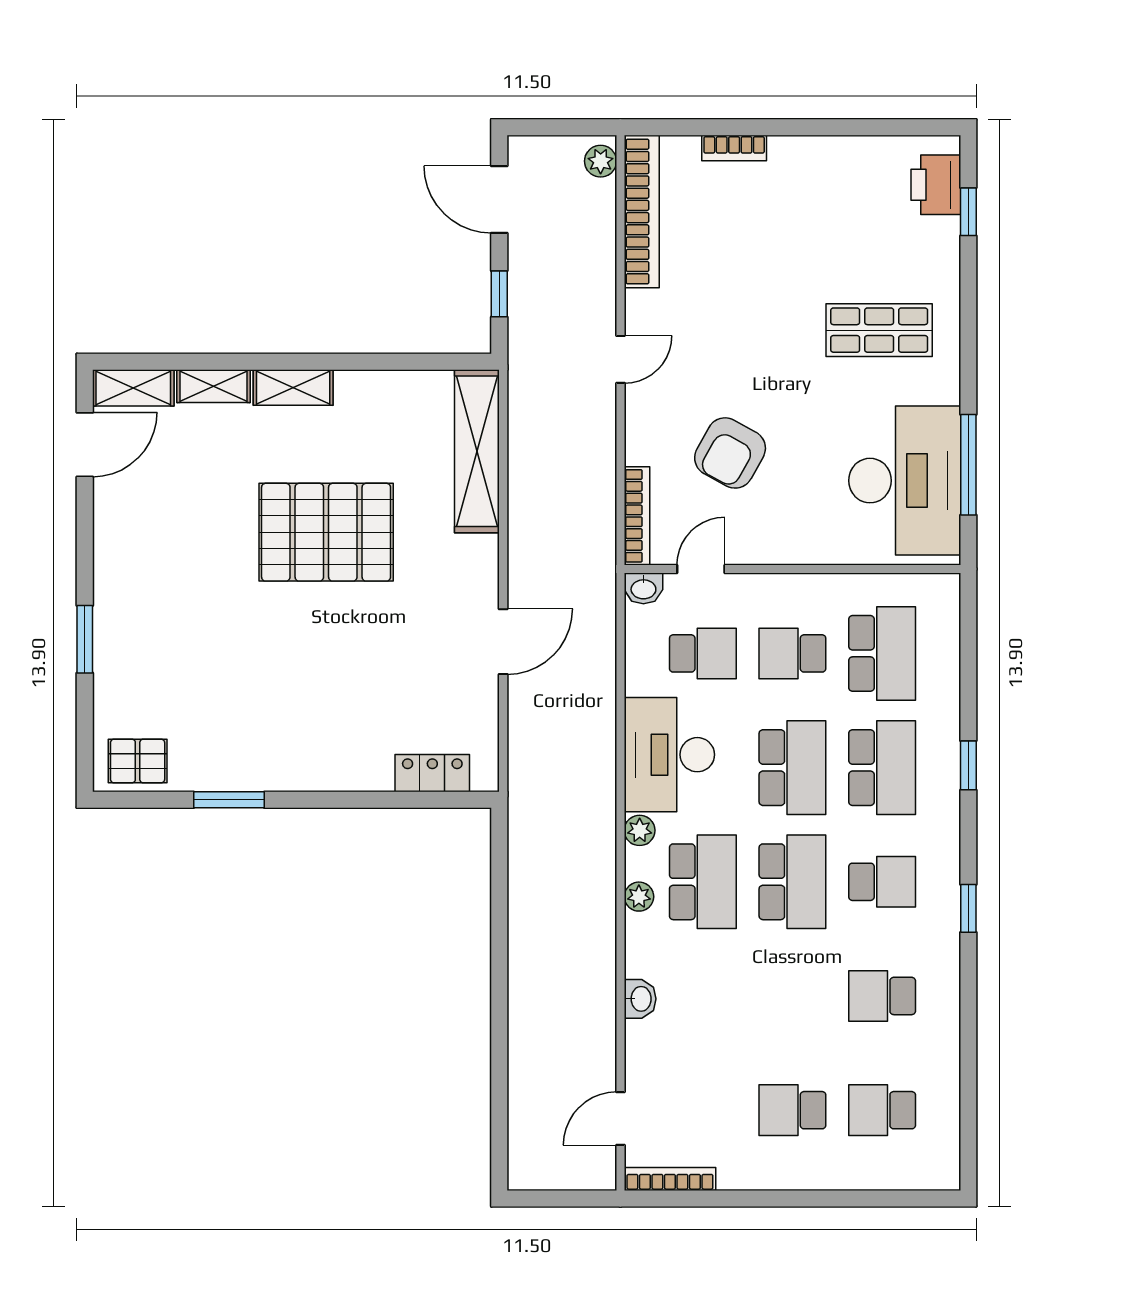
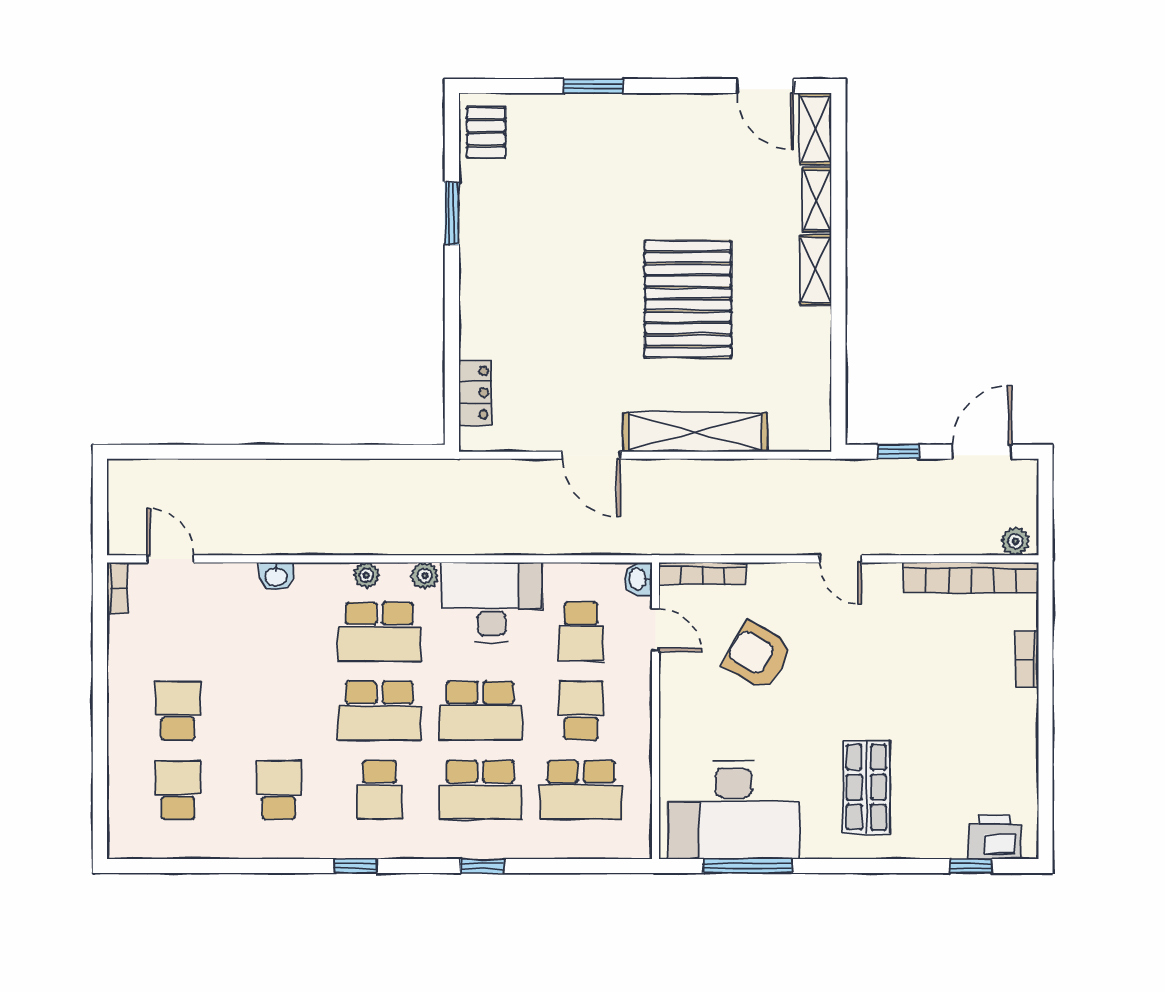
shelving: (477, 451) -> (695, 432), moved
bookcase: (670, 1179) -> (117, 588), width x0.64

